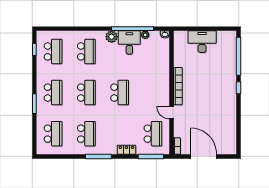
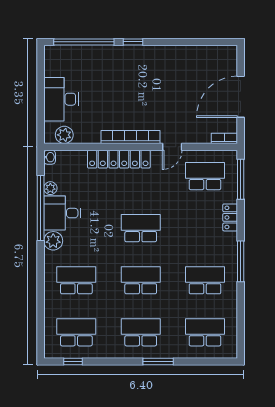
plant: (179, 44) -> (64, 135), added
locker: (164, 79) -> (119, 159), added

